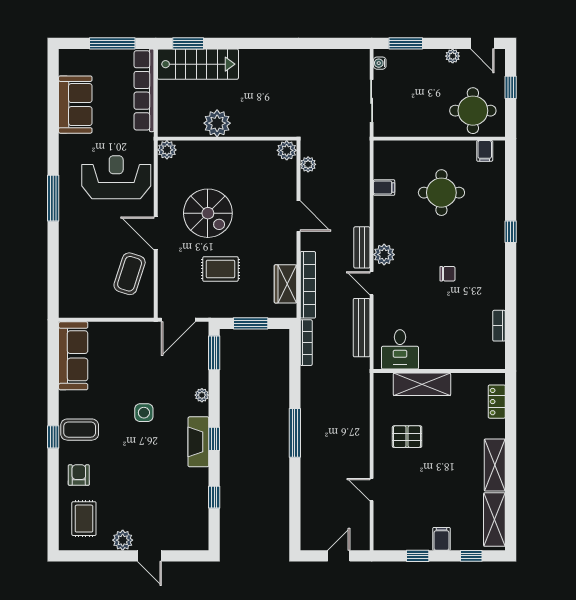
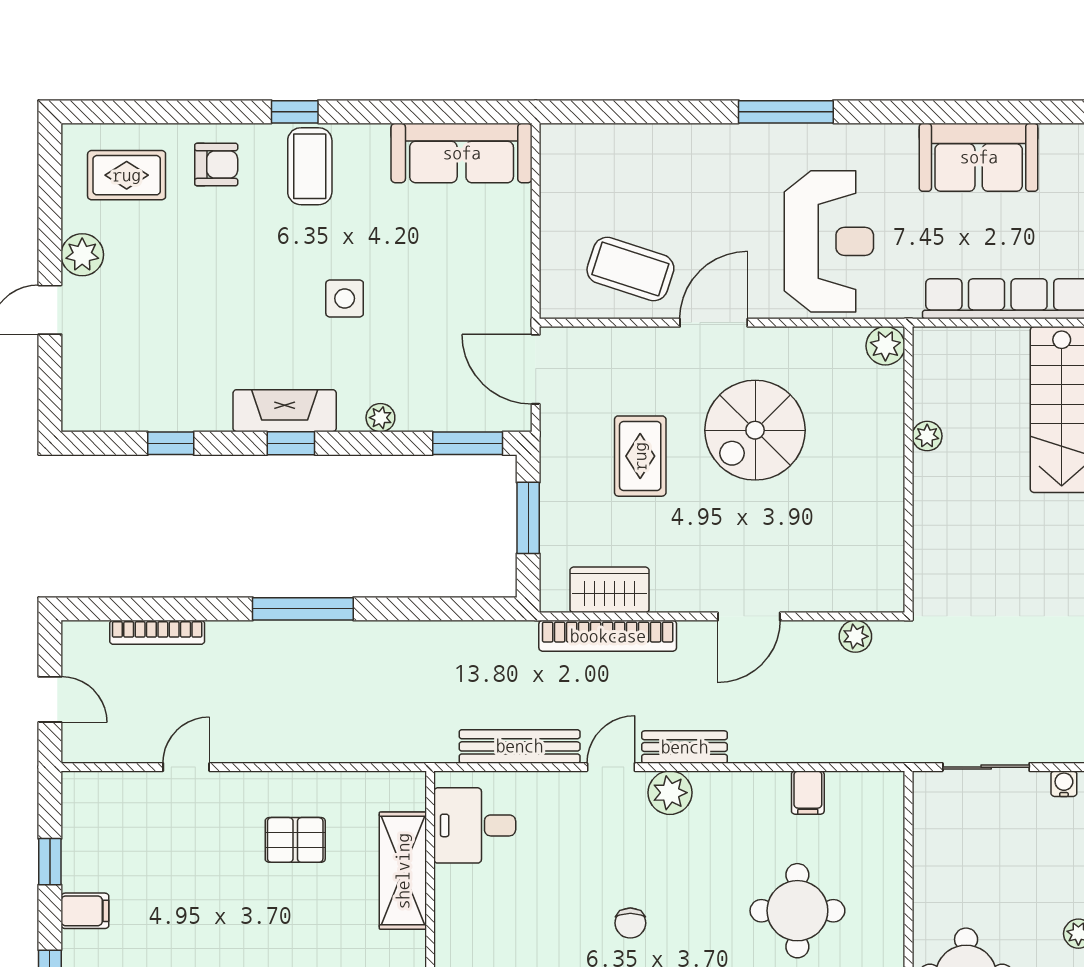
plant: (217, 123) -> (927, 436), width x0.53, depth x0.53
plant: (287, 150) -> (884, 592), removed
bookcase: (306, 343) -> (157, 632), moved
pallet: (407, 437) -> (295, 840), turned 90

